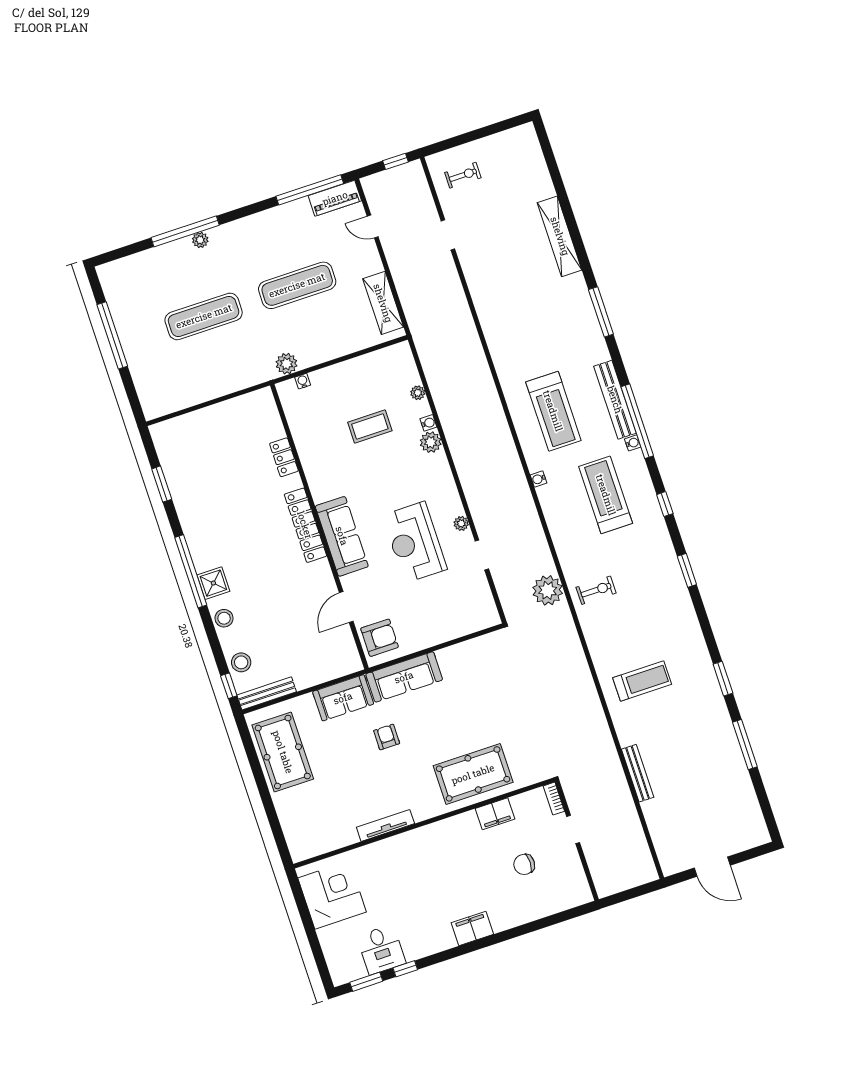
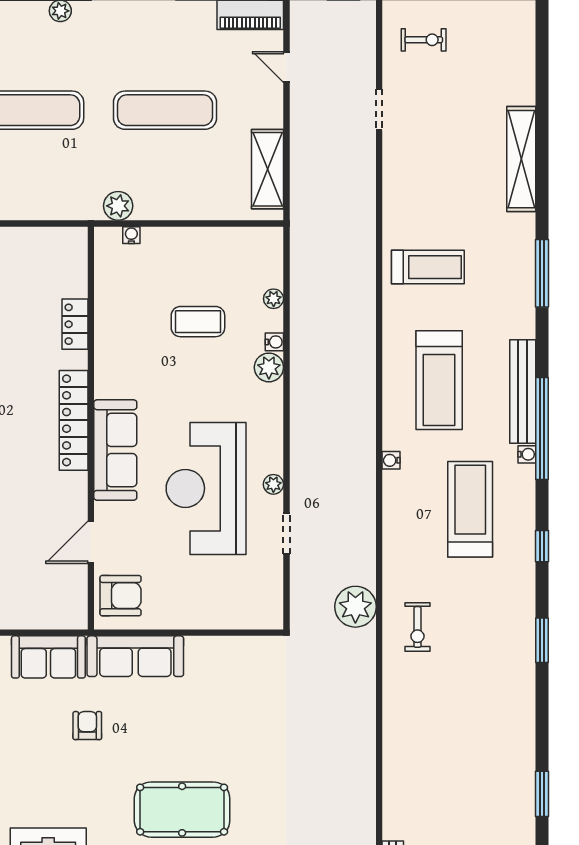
reception desk: (415, 542) -> (206, 488), width x1.36, depth x1.30
exercise bike: (596, 590) -> (417, 627), turned 90
treadmill: (642, 681) -> (428, 267), moved

